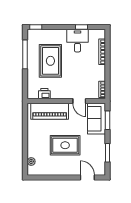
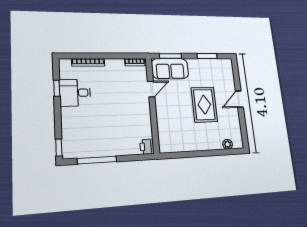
rug: (50, 61) -> (104, 126), removed
printer: (44, 94) -> (147, 147), moved
piano: (50, 111) -> (167, 125), removed
door: (87, 177) -> (239, 99), moved

